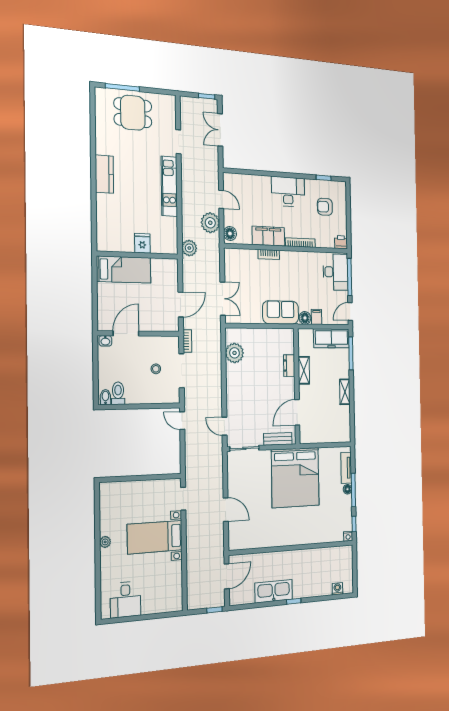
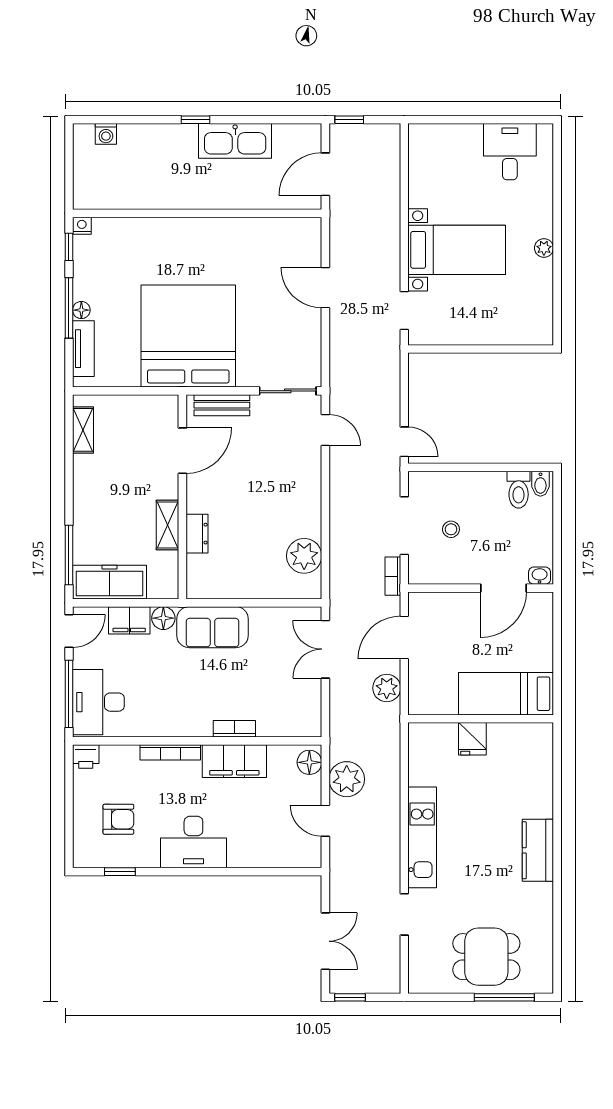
plant: (189, 248) -> (387, 688), moved
filing cabinet: (317, 317) -> (129, 620), width x2.00
shelving: (345, 392) -> (83, 430), moved

